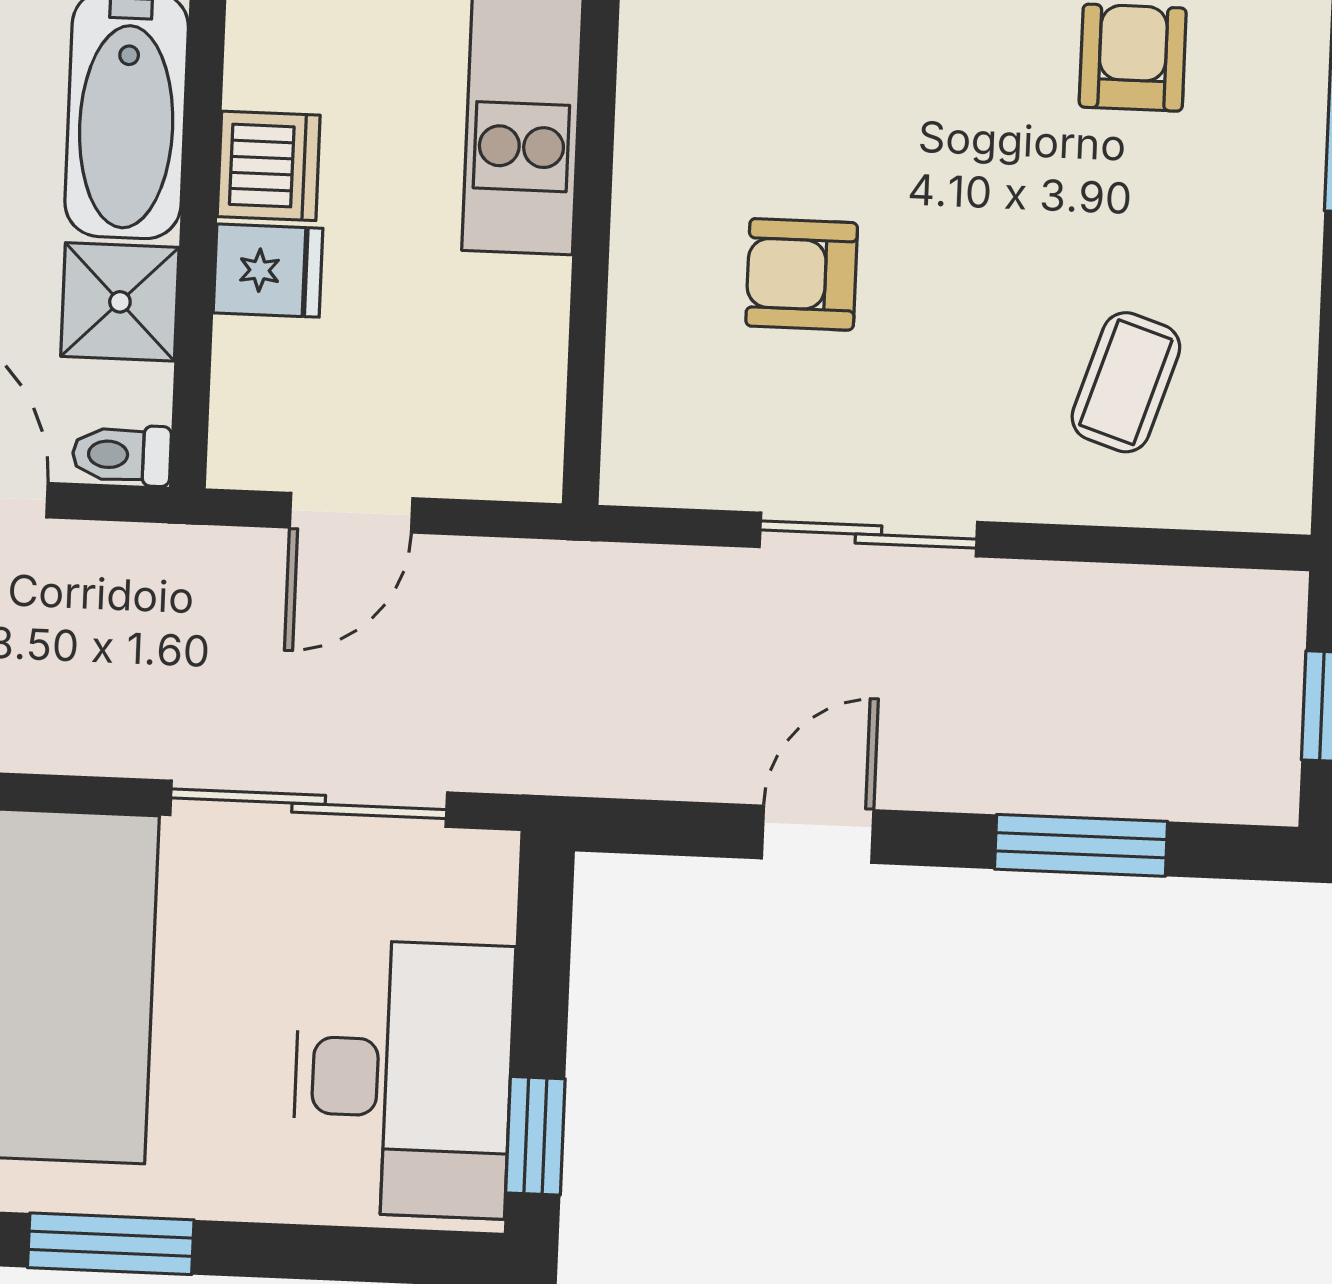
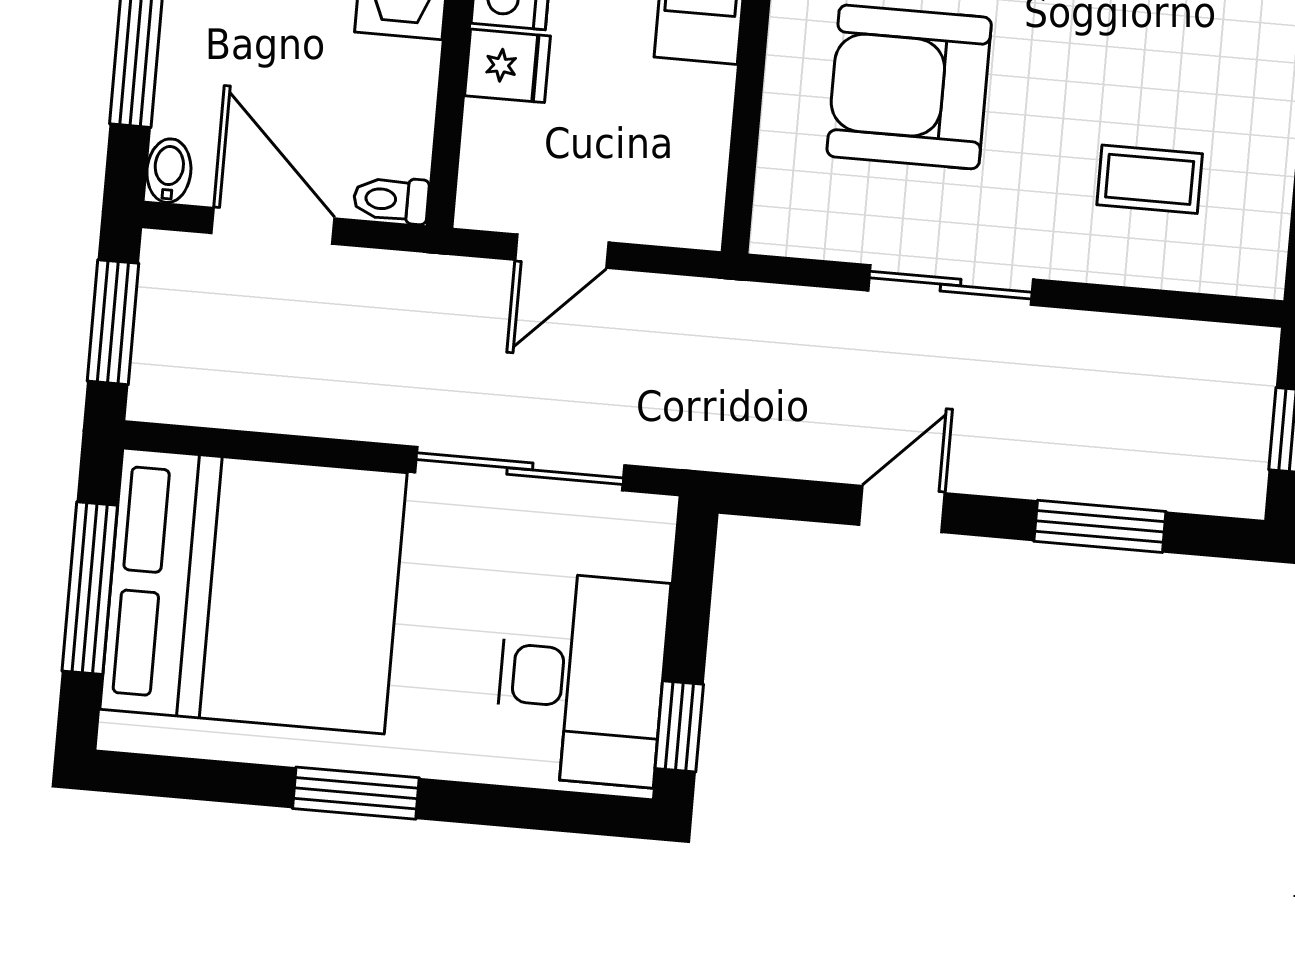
armchair: (802, 274) -> (909, 87), width x1.88, depth x1.88
shower: (120, 302) -> (395, 84), removed
coffee table: (1126, 382) -> (1150, 179), turned 72

